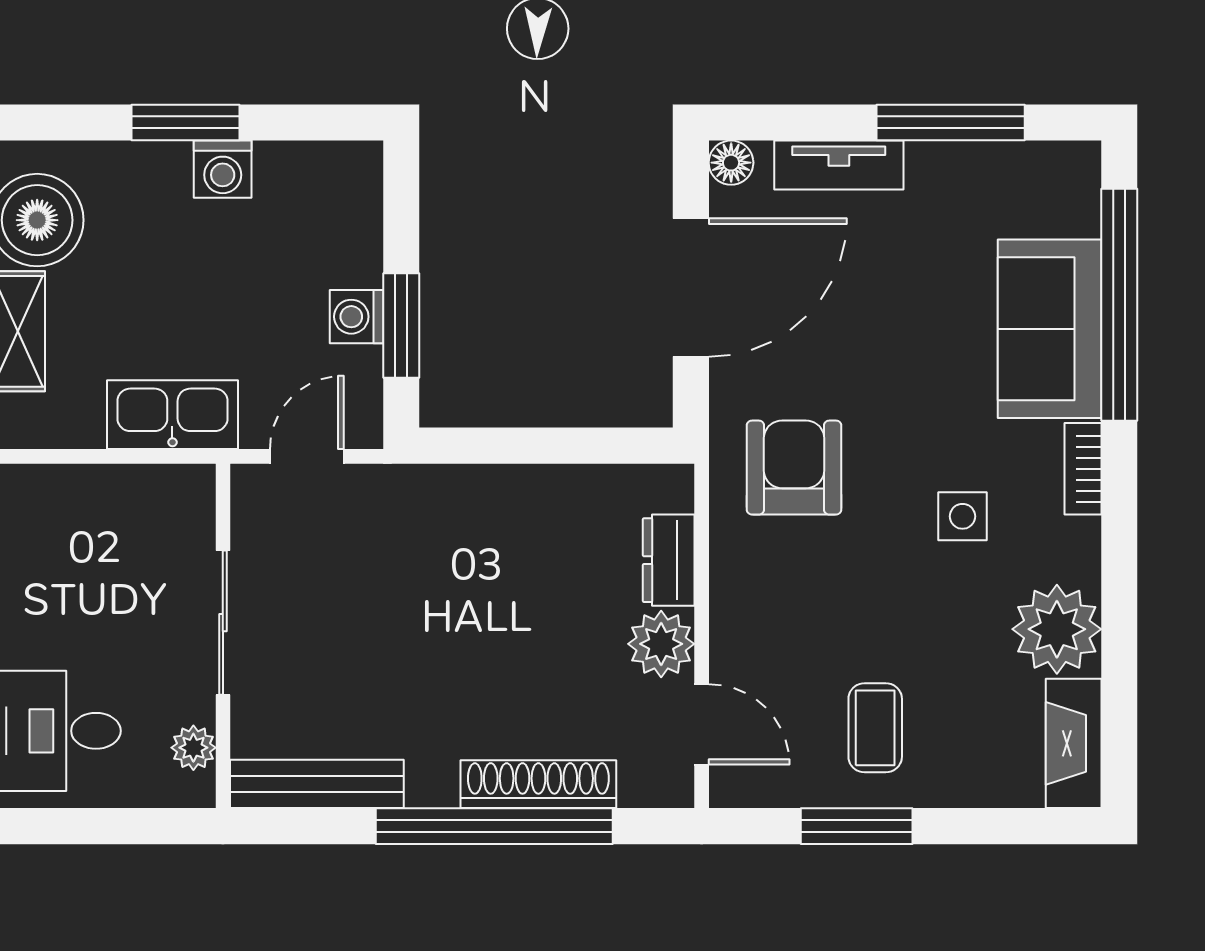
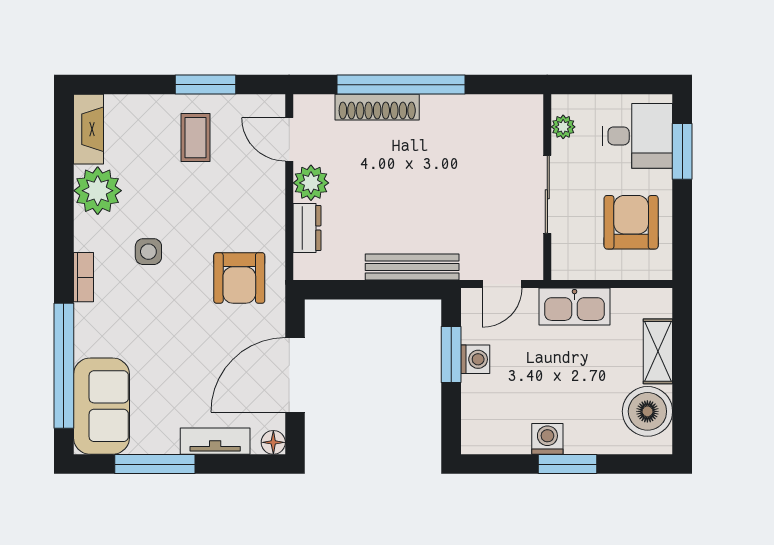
sofa: (1050, 329) -> (101, 406), moved
armchair: (68, 571) -> (631, 222), added
bench: (317, 784) -> (412, 267), moved

